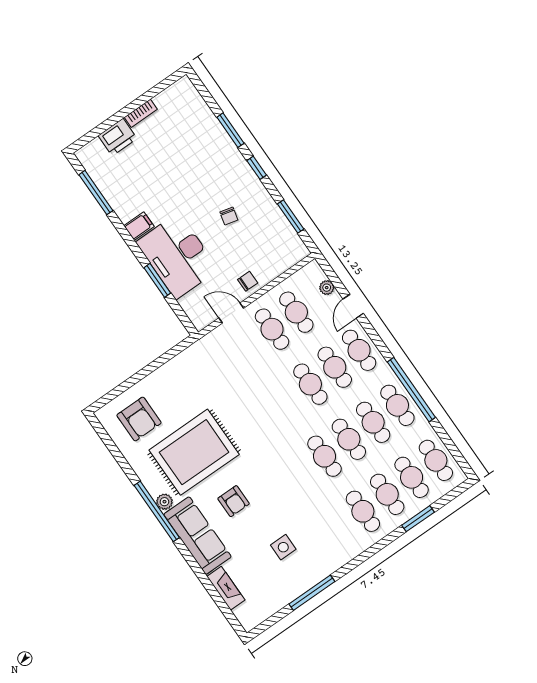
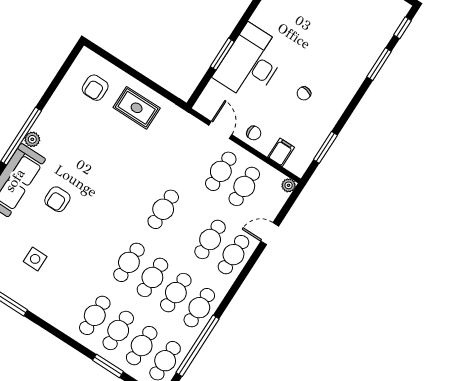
window: (257, 168) -> (403, 28), moved
filing cabinet: (139, 226) -> (281, 152), moved, turned -90
plant: (327, 288) -> (289, 185), moved
cafe table: (310, 384) -> (163, 209), moved
window: (411, 390) -> (198, 346), moved
armchair: (139, 419) -> (95, 88), width x0.72, depth x0.72
rug: (194, 452) -> (137, 108), moved, width x0.54, depth x0.49

